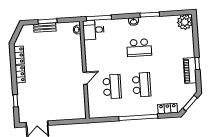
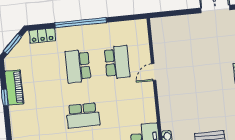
school desk: (139, 48) -> (83, 115), turned 180
school desk: (112, 87) -> (117, 62), turned 180

